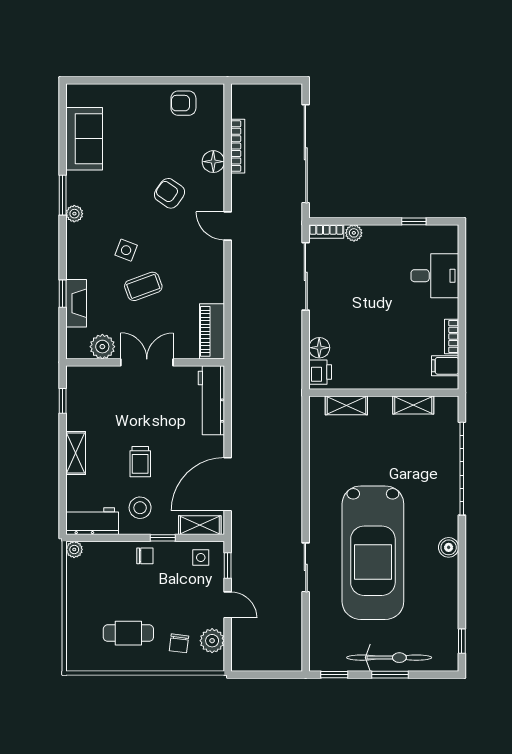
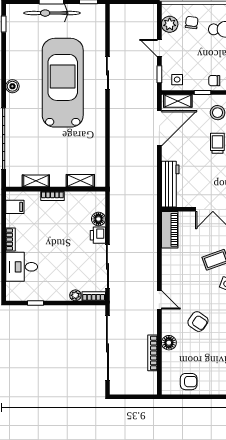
bookcase: (452, 337) -> (10, 239), moved
printer: (320, 372) -> (98, 235), moved
bookcase: (388, 382) -> (52, 196), added

